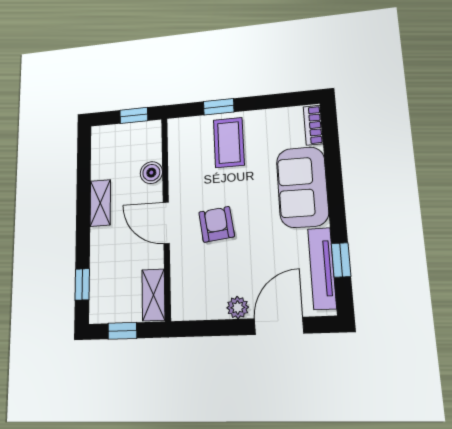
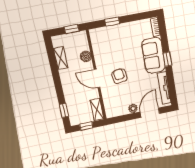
coffee table: (229, 142) -> (119, 39), removed
shelving: (100, 203) -> (61, 58), moved
window: (341, 260) -> (167, 59), moved

